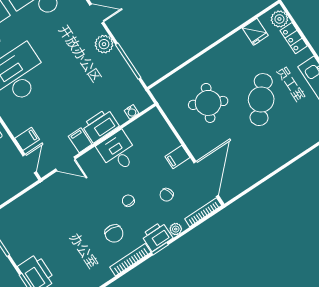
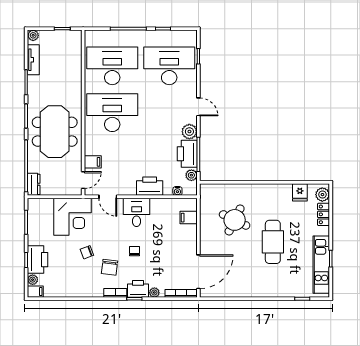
printer: (117, 68) -> (187, 154), added
plant: (135, 87) -> (191, 175), added
cafe table: (261, 100) -> (273, 242), turned -40
filing cabinet: (80, 140) -> (129, 187), removed
desk: (118, 152) -> (137, 212), moved
filing cabinet: (177, 157) -> (189, 218), moved
chair: (167, 195) -> (87, 252), moved
corner desk: (43, 207) -> (73, 217), added
bookcase: (130, 260) -> (115, 293), width x0.64

